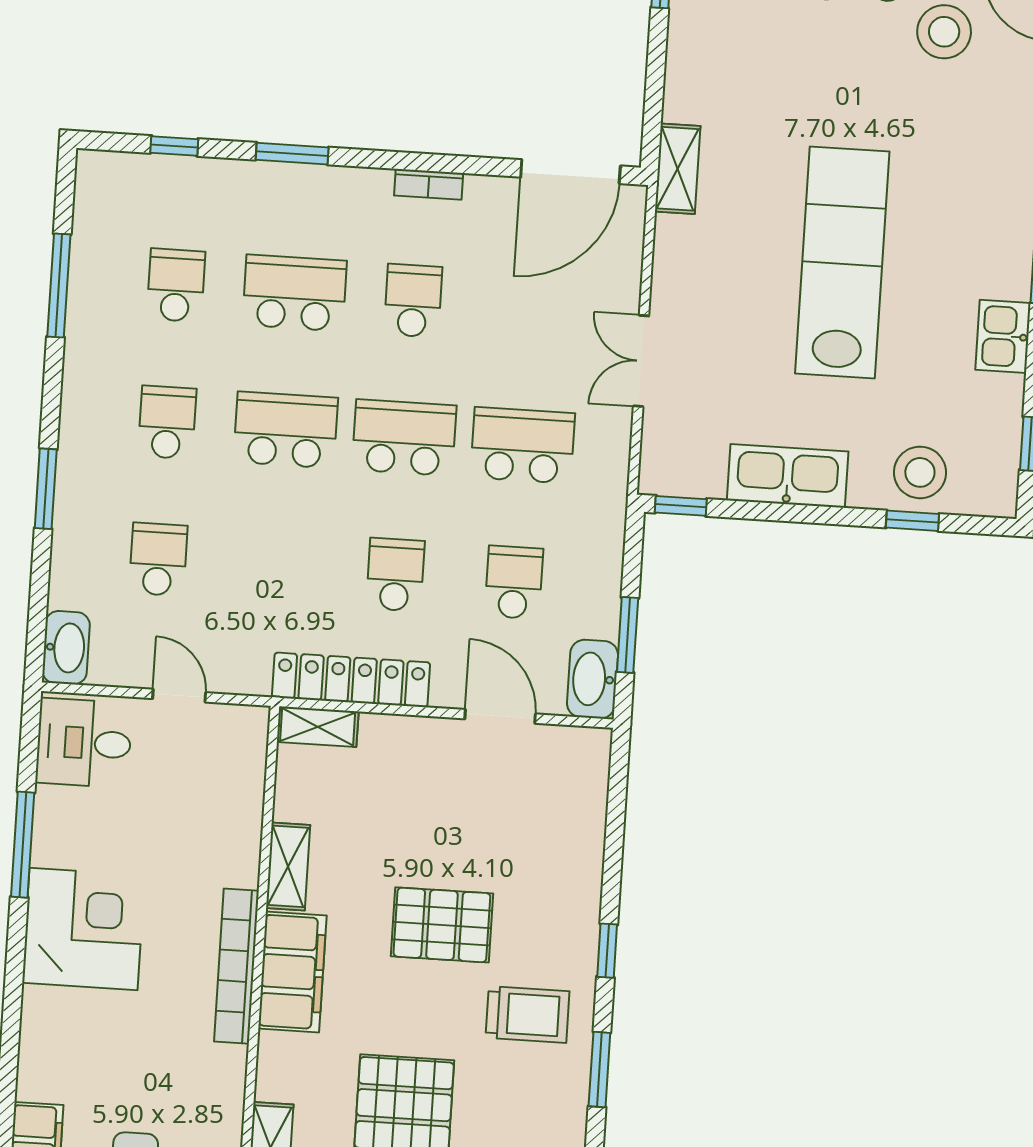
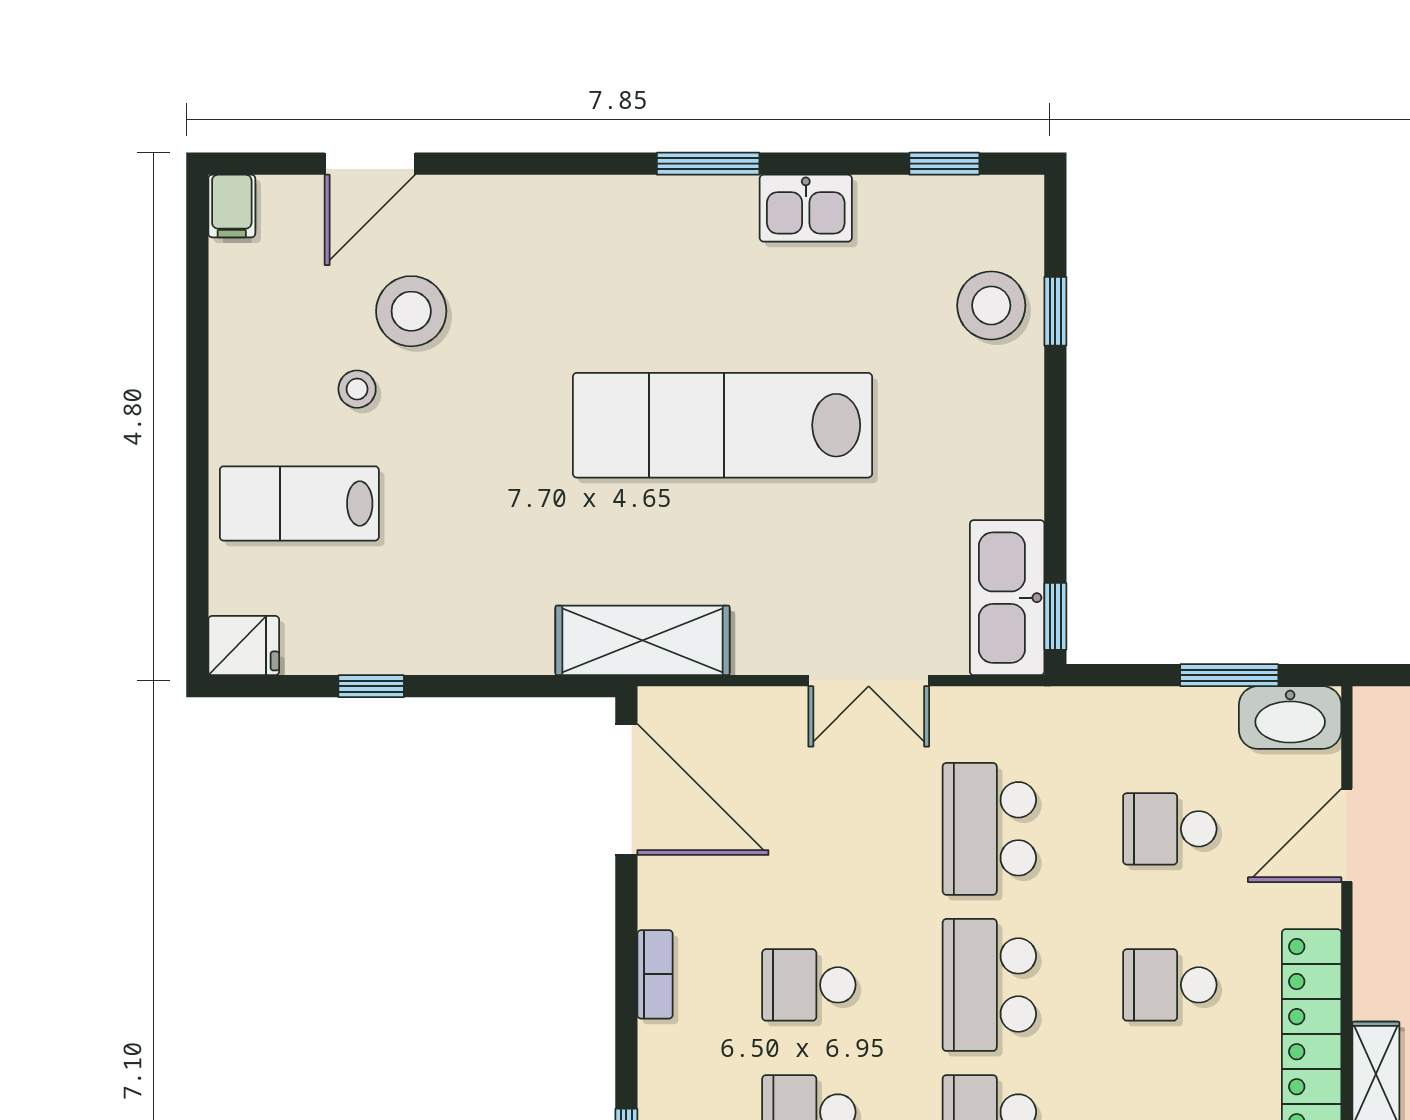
shelving: (678, 169) -> (642, 640), width x1.50, depth x1.33
kitchen sink: (788, 476) -> (1007, 598), moved

